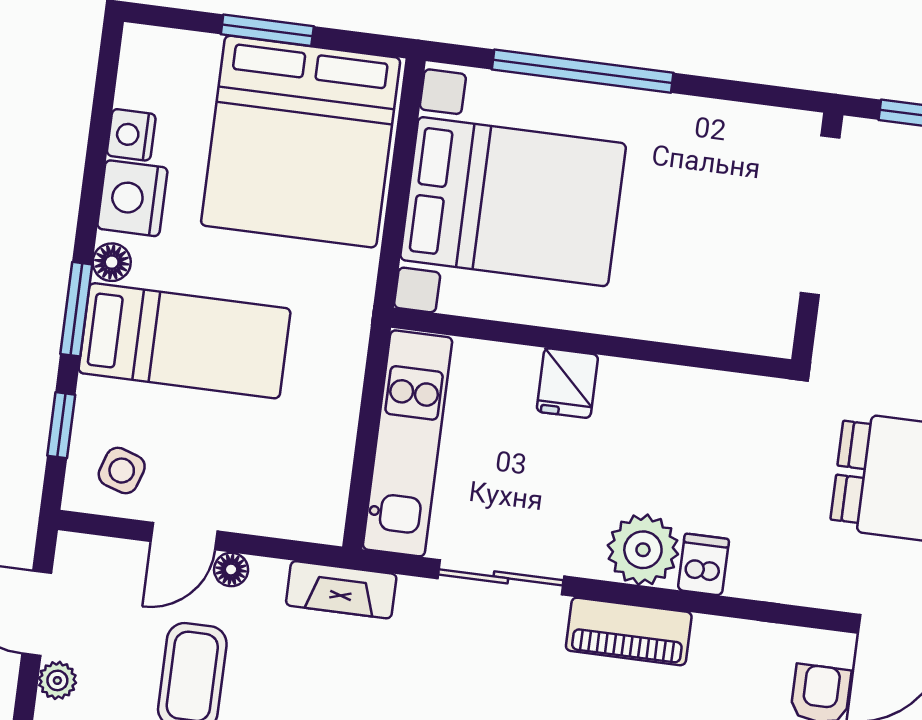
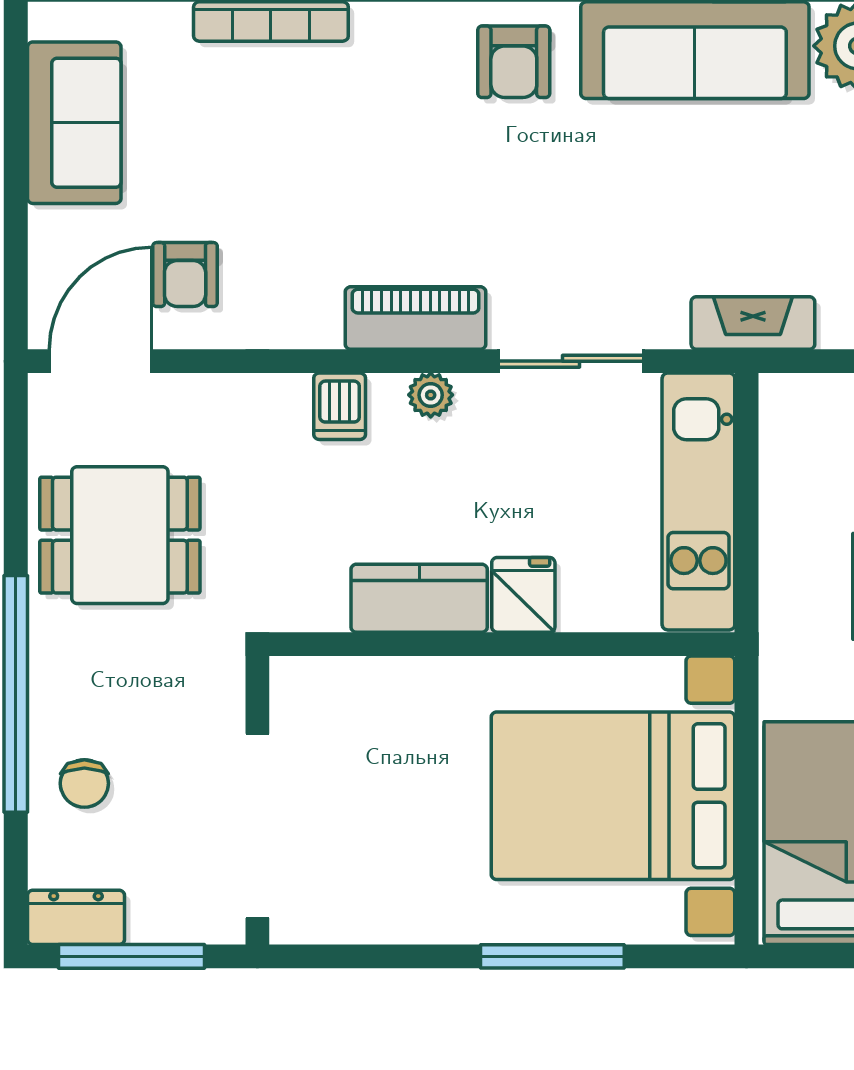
window: (583, 71) -> (552, 956), width x0.68
kitchen counter: (657, 392) -> (419, 598), added
plant: (643, 550) -> (431, 395), width x0.53, depth x0.53

